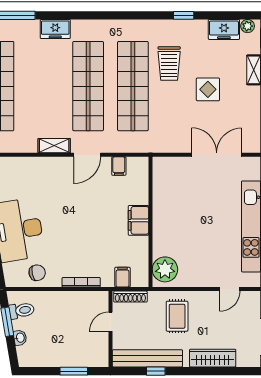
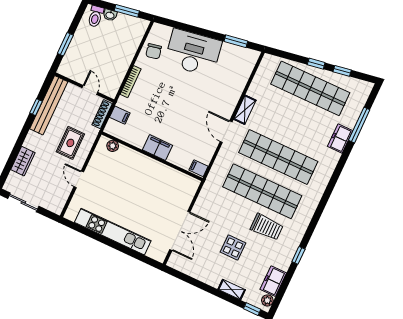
freezer: (55, 29) -> (340, 139), moved
trolley: (169, 63) -> (267, 227), turned 180
filing cabinet: (119, 166) -> (199, 168), moved
plant: (165, 269) -> (113, 146), width x0.53, depth x0.53
door: (230, 289) -> (79, 179), moved
toilet: (22, 310) -> (96, 16), moved
rug: (177, 316) -> (70, 143), turned 90
wardrobe: (213, 358) -> (23, 161), width x0.67

